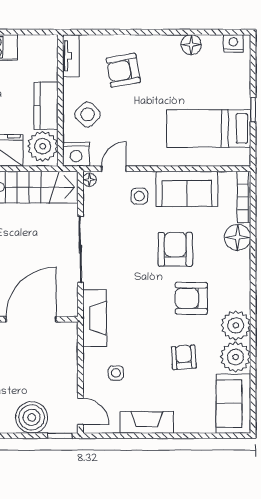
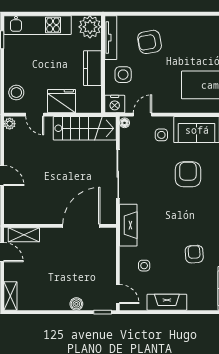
floor lamp: (191, 45) -> (200, 23), removed
tv unit: (71, 56) -> (111, 38), width x1.41
side table: (87, 114) -> (123, 75), turned 45
plant: (43, 146) -> (90, 27), moved
armchair: (191, 298) -> (200, 210), removed
boiler: (32, 417) -> (76, 304), width x0.54, depth x0.54

